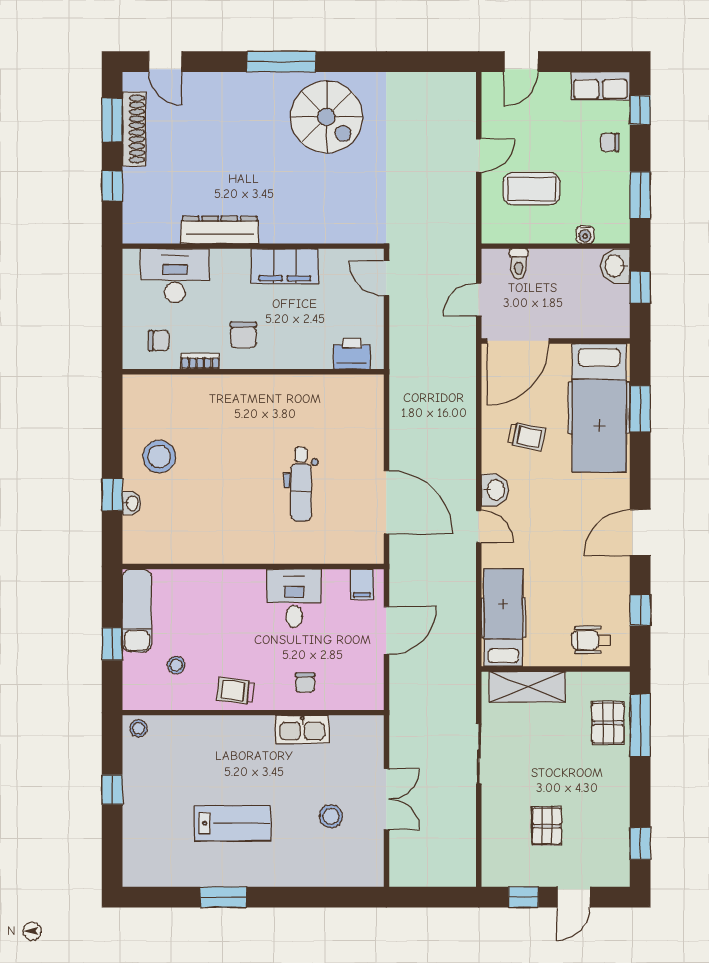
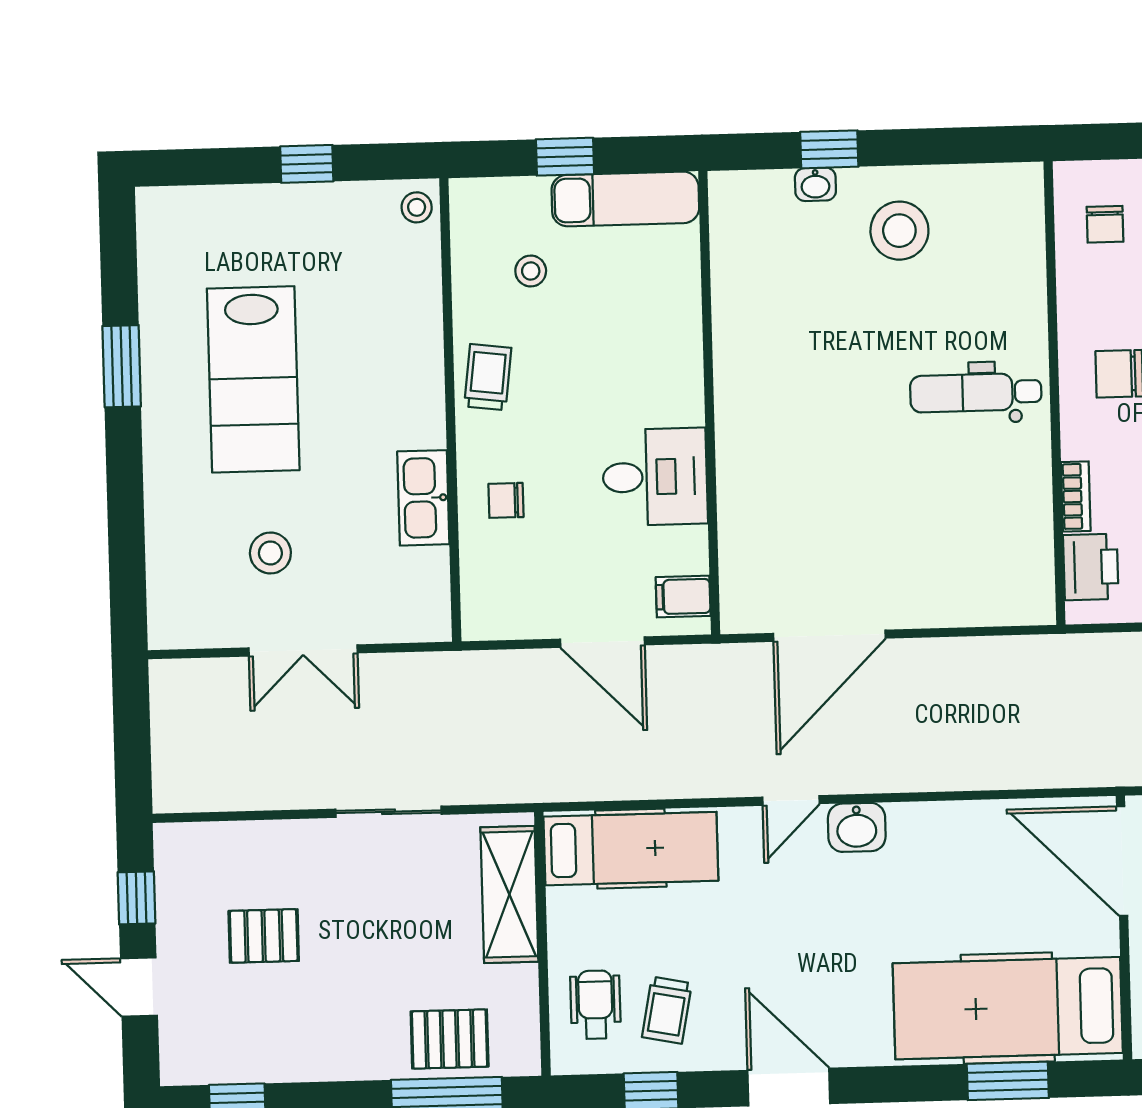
bookcase: (200, 361) -> (1076, 496), moved
trolley: (527, 436) -> (667, 1010), moved
dental chair: (301, 484) -> (976, 393), moved
lab bench: (233, 823) -> (253, 379), width x1.36, depth x1.39

